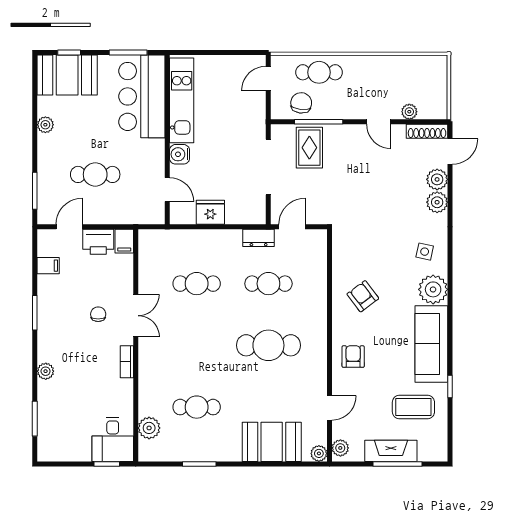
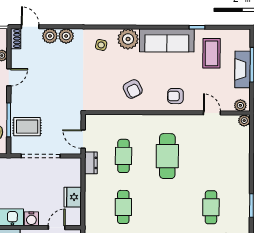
shoe rack: (427, 131) -> (16, 39), width x0.70
armchair: (363, 296) -> (133, 89), turned -80
booth: (272, 442) -> (236, 154), removed

